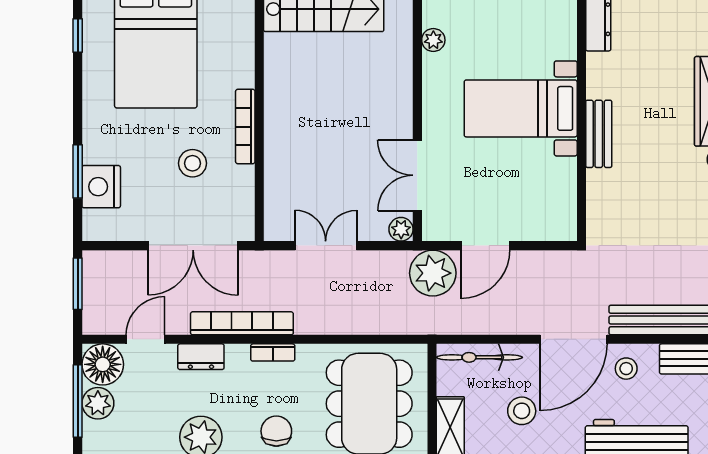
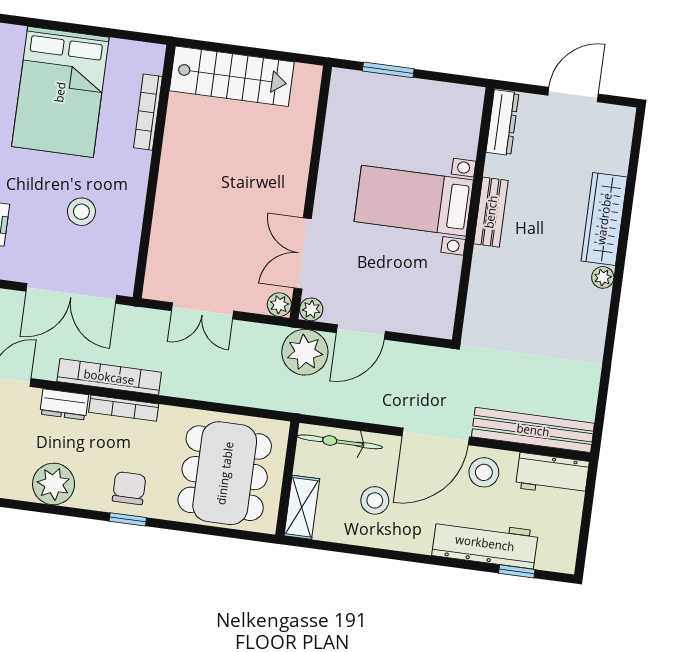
plant: (433, 40) -> (311, 309), moved
bookcase: (245, 127) -> (148, 112), moved
bench: (599, 134) -> (491, 212), moved
double door: (326, 246) -> (202, 311), swing flipped
bookcase: (273, 352) -> (124, 408), width x1.56
stool: (626, 369) -> (484, 472), width x1.37, depth x1.37

